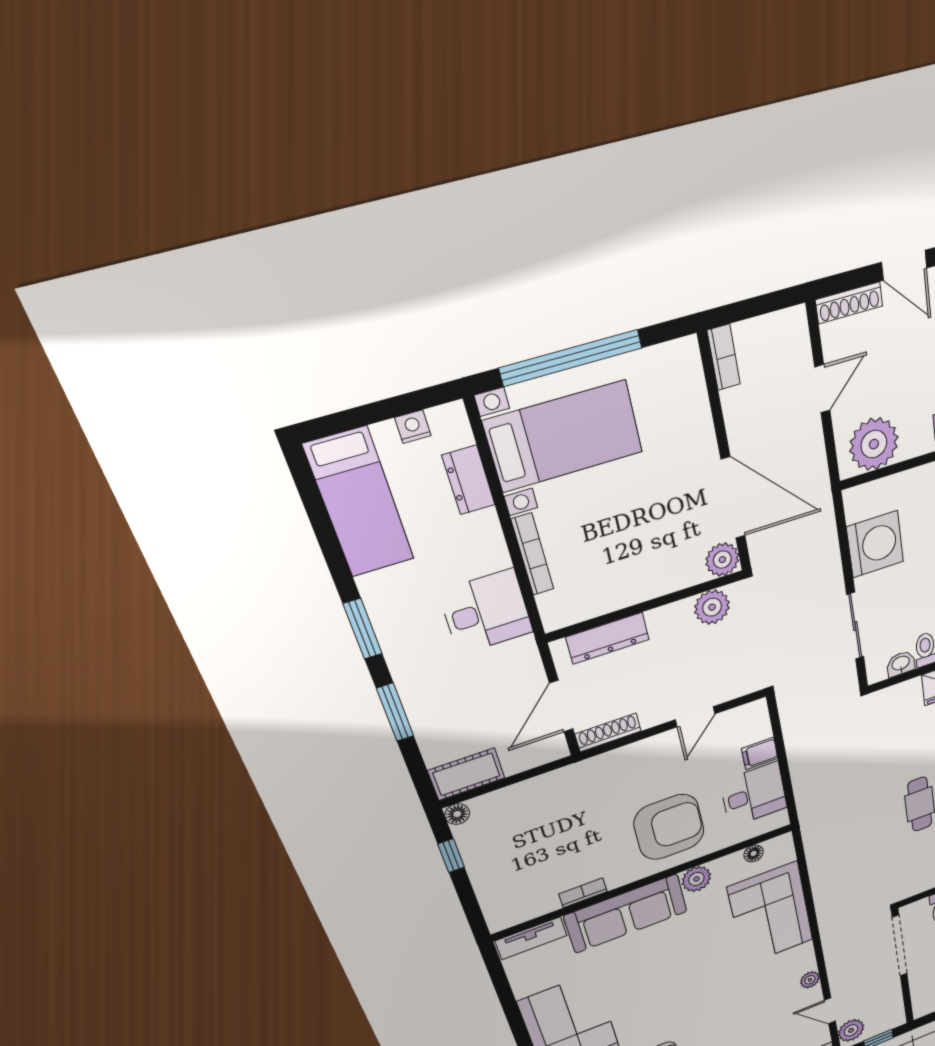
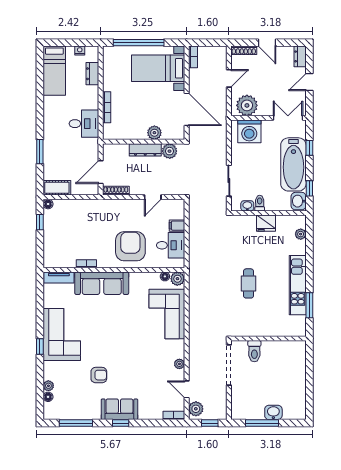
bed with nightstands: (564, 436) -> (158, 68), moved, turned 180
washing machine: (875, 544) -> (249, 131), moved, turned 90
plant: (722, 560) -> (154, 133), moved
window: (363, 629) -> (40, 115), removed
dresser: (608, 638) -> (145, 150), moved
armchair: (669, 827) -> (130, 246), turned -90
plant: (696, 879) -> (177, 279), moved

